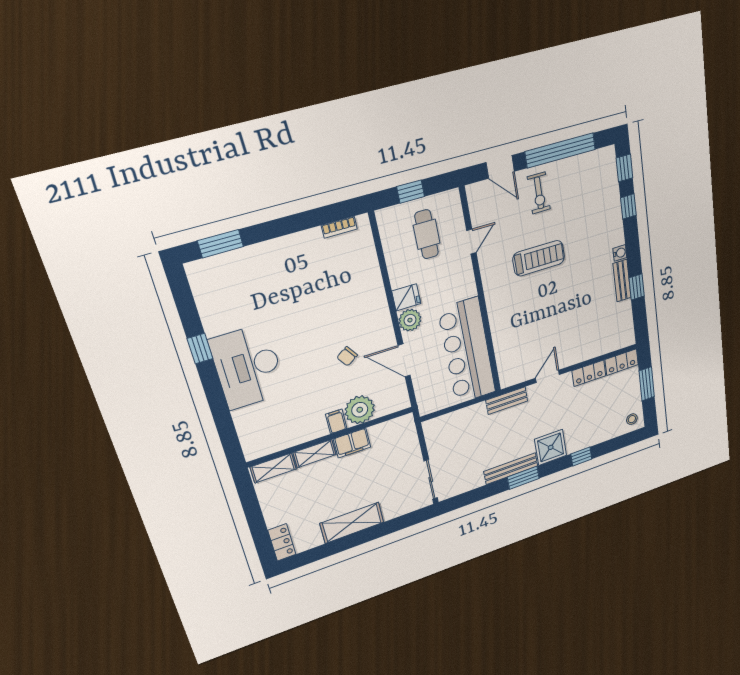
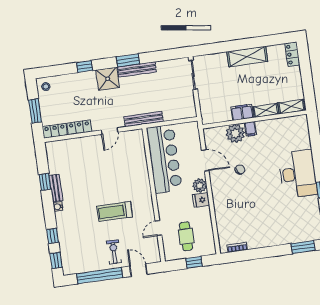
bench: (507, 401) -> (144, 119), width x1.36

